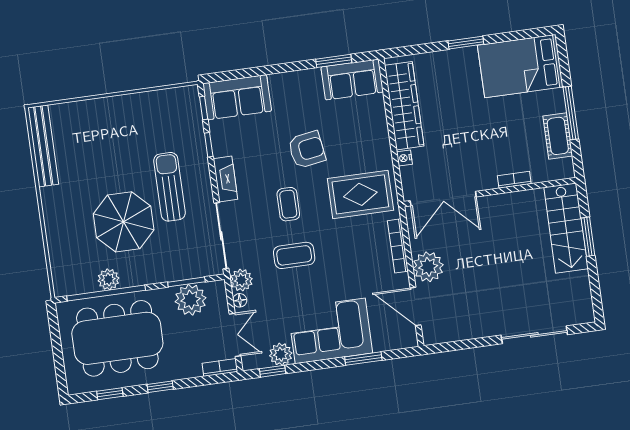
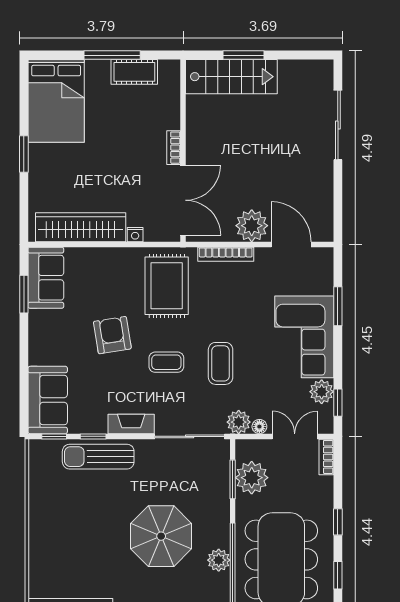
bookcase: (514, 180) -> (174, 148), moved
sun lounger: (170, 187) -> (98, 457), moved
door: (416, 306) -> (291, 244), swing flipped

